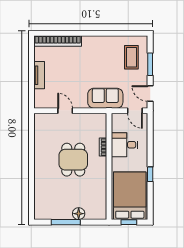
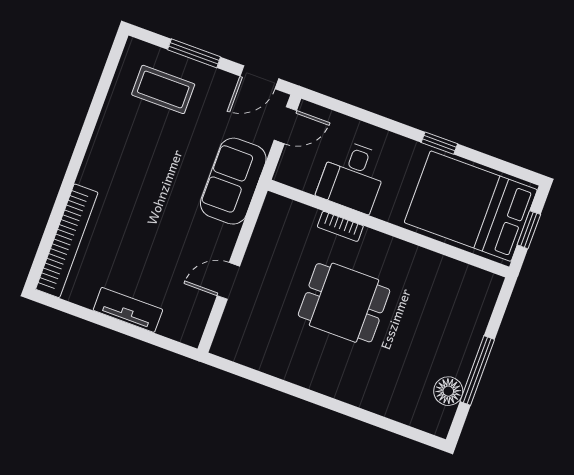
floor lamp: (79, 214) -> (448, 391), moved

